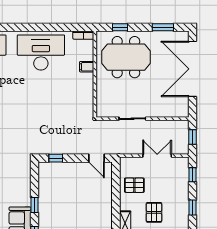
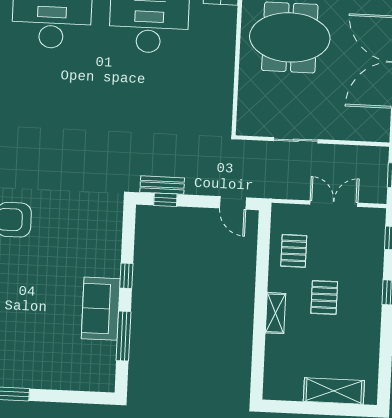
filing cabinet: (87, 67) -> (224, 50), removed
bench: (53, 149) -> (162, 185), added
pallet: (134, 185) -> (294, 251), turned 90

